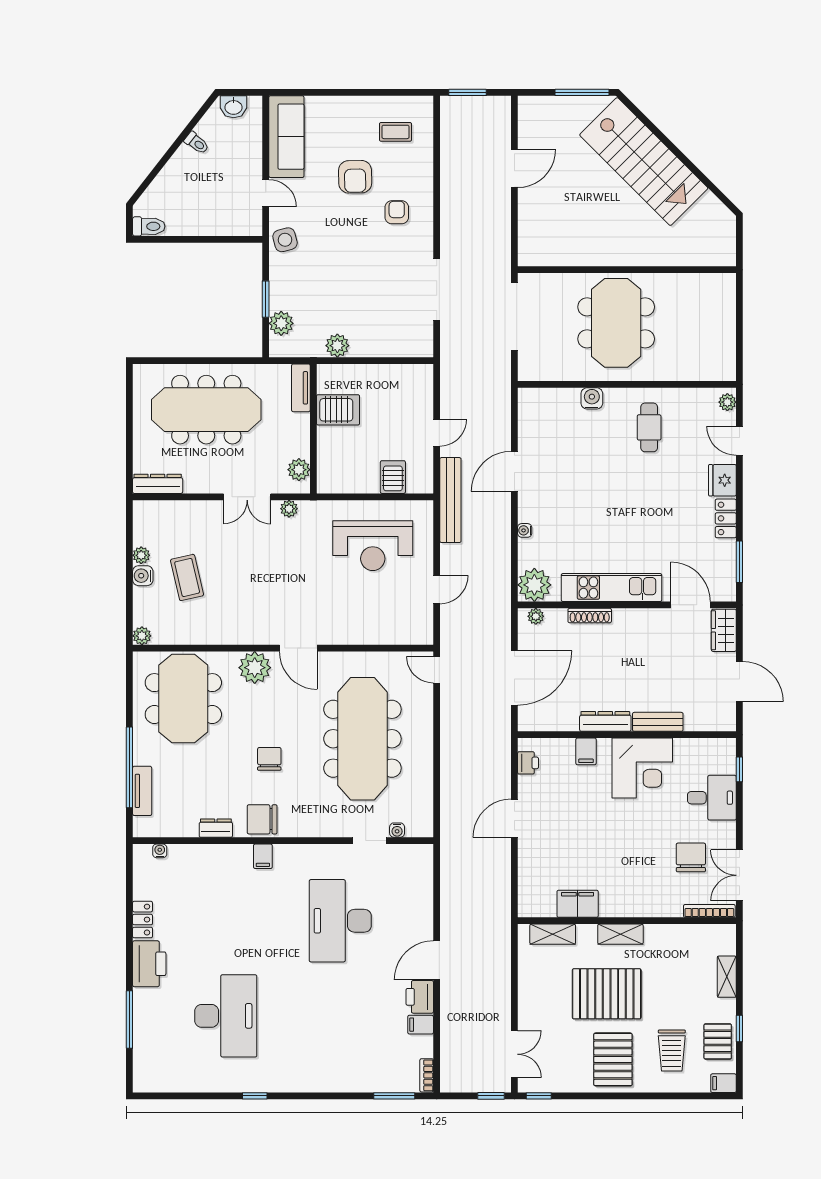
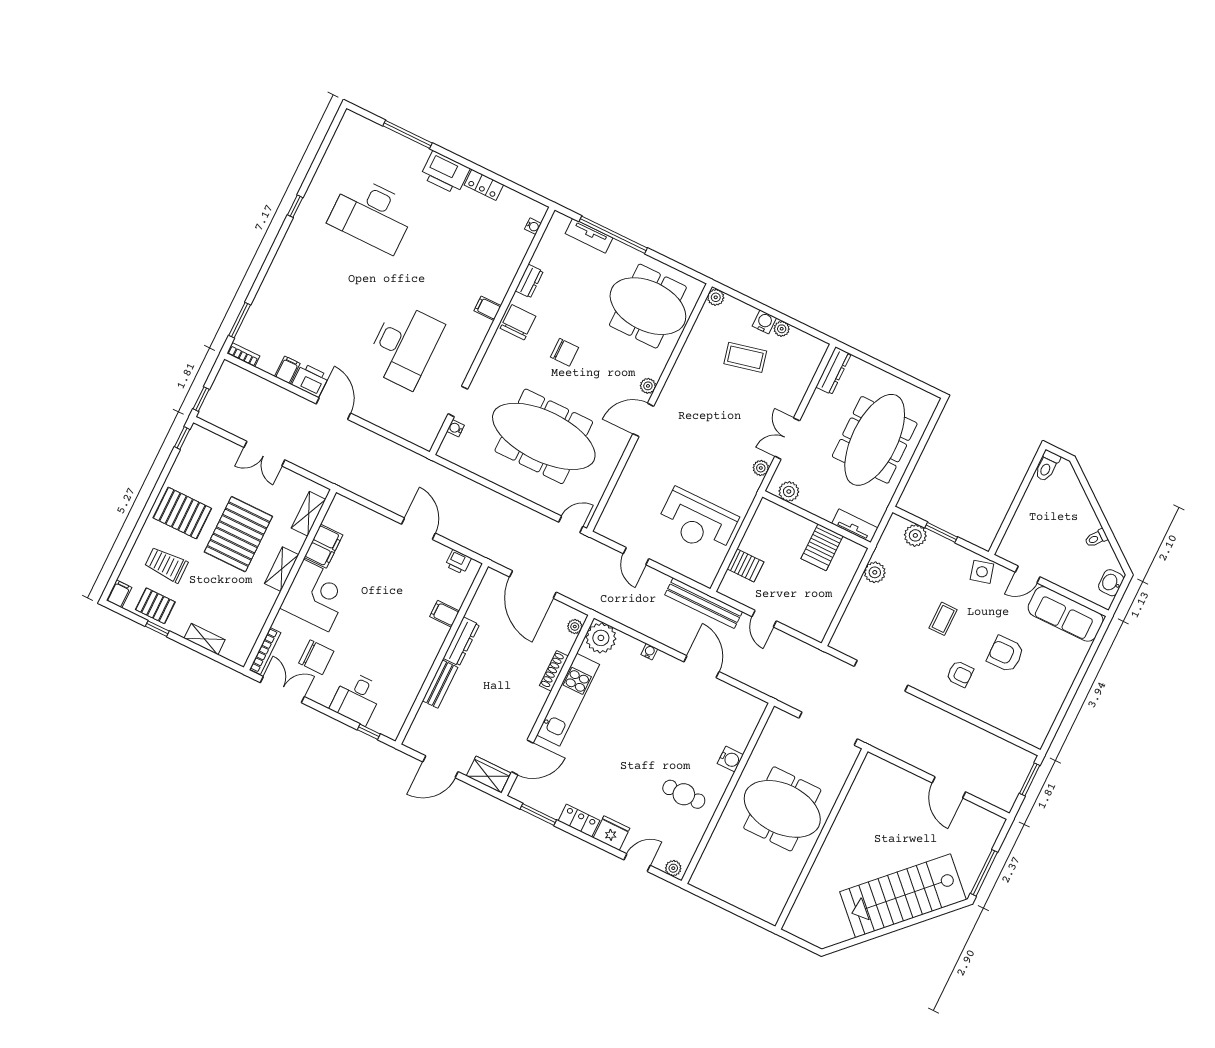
coffee table: (395, 132) -> (943, 619), moved
reception desk: (373, 546) -> (697, 522), turned -90
plant: (255, 668) -> (648, 386), width x0.53, depth x0.53
corner desk: (642, 768) -> (316, 595), moved, turned 180
desk: (340, 921) -> (404, 346), turned 90
double door: (514, 1054) -> (264, 454), moved

